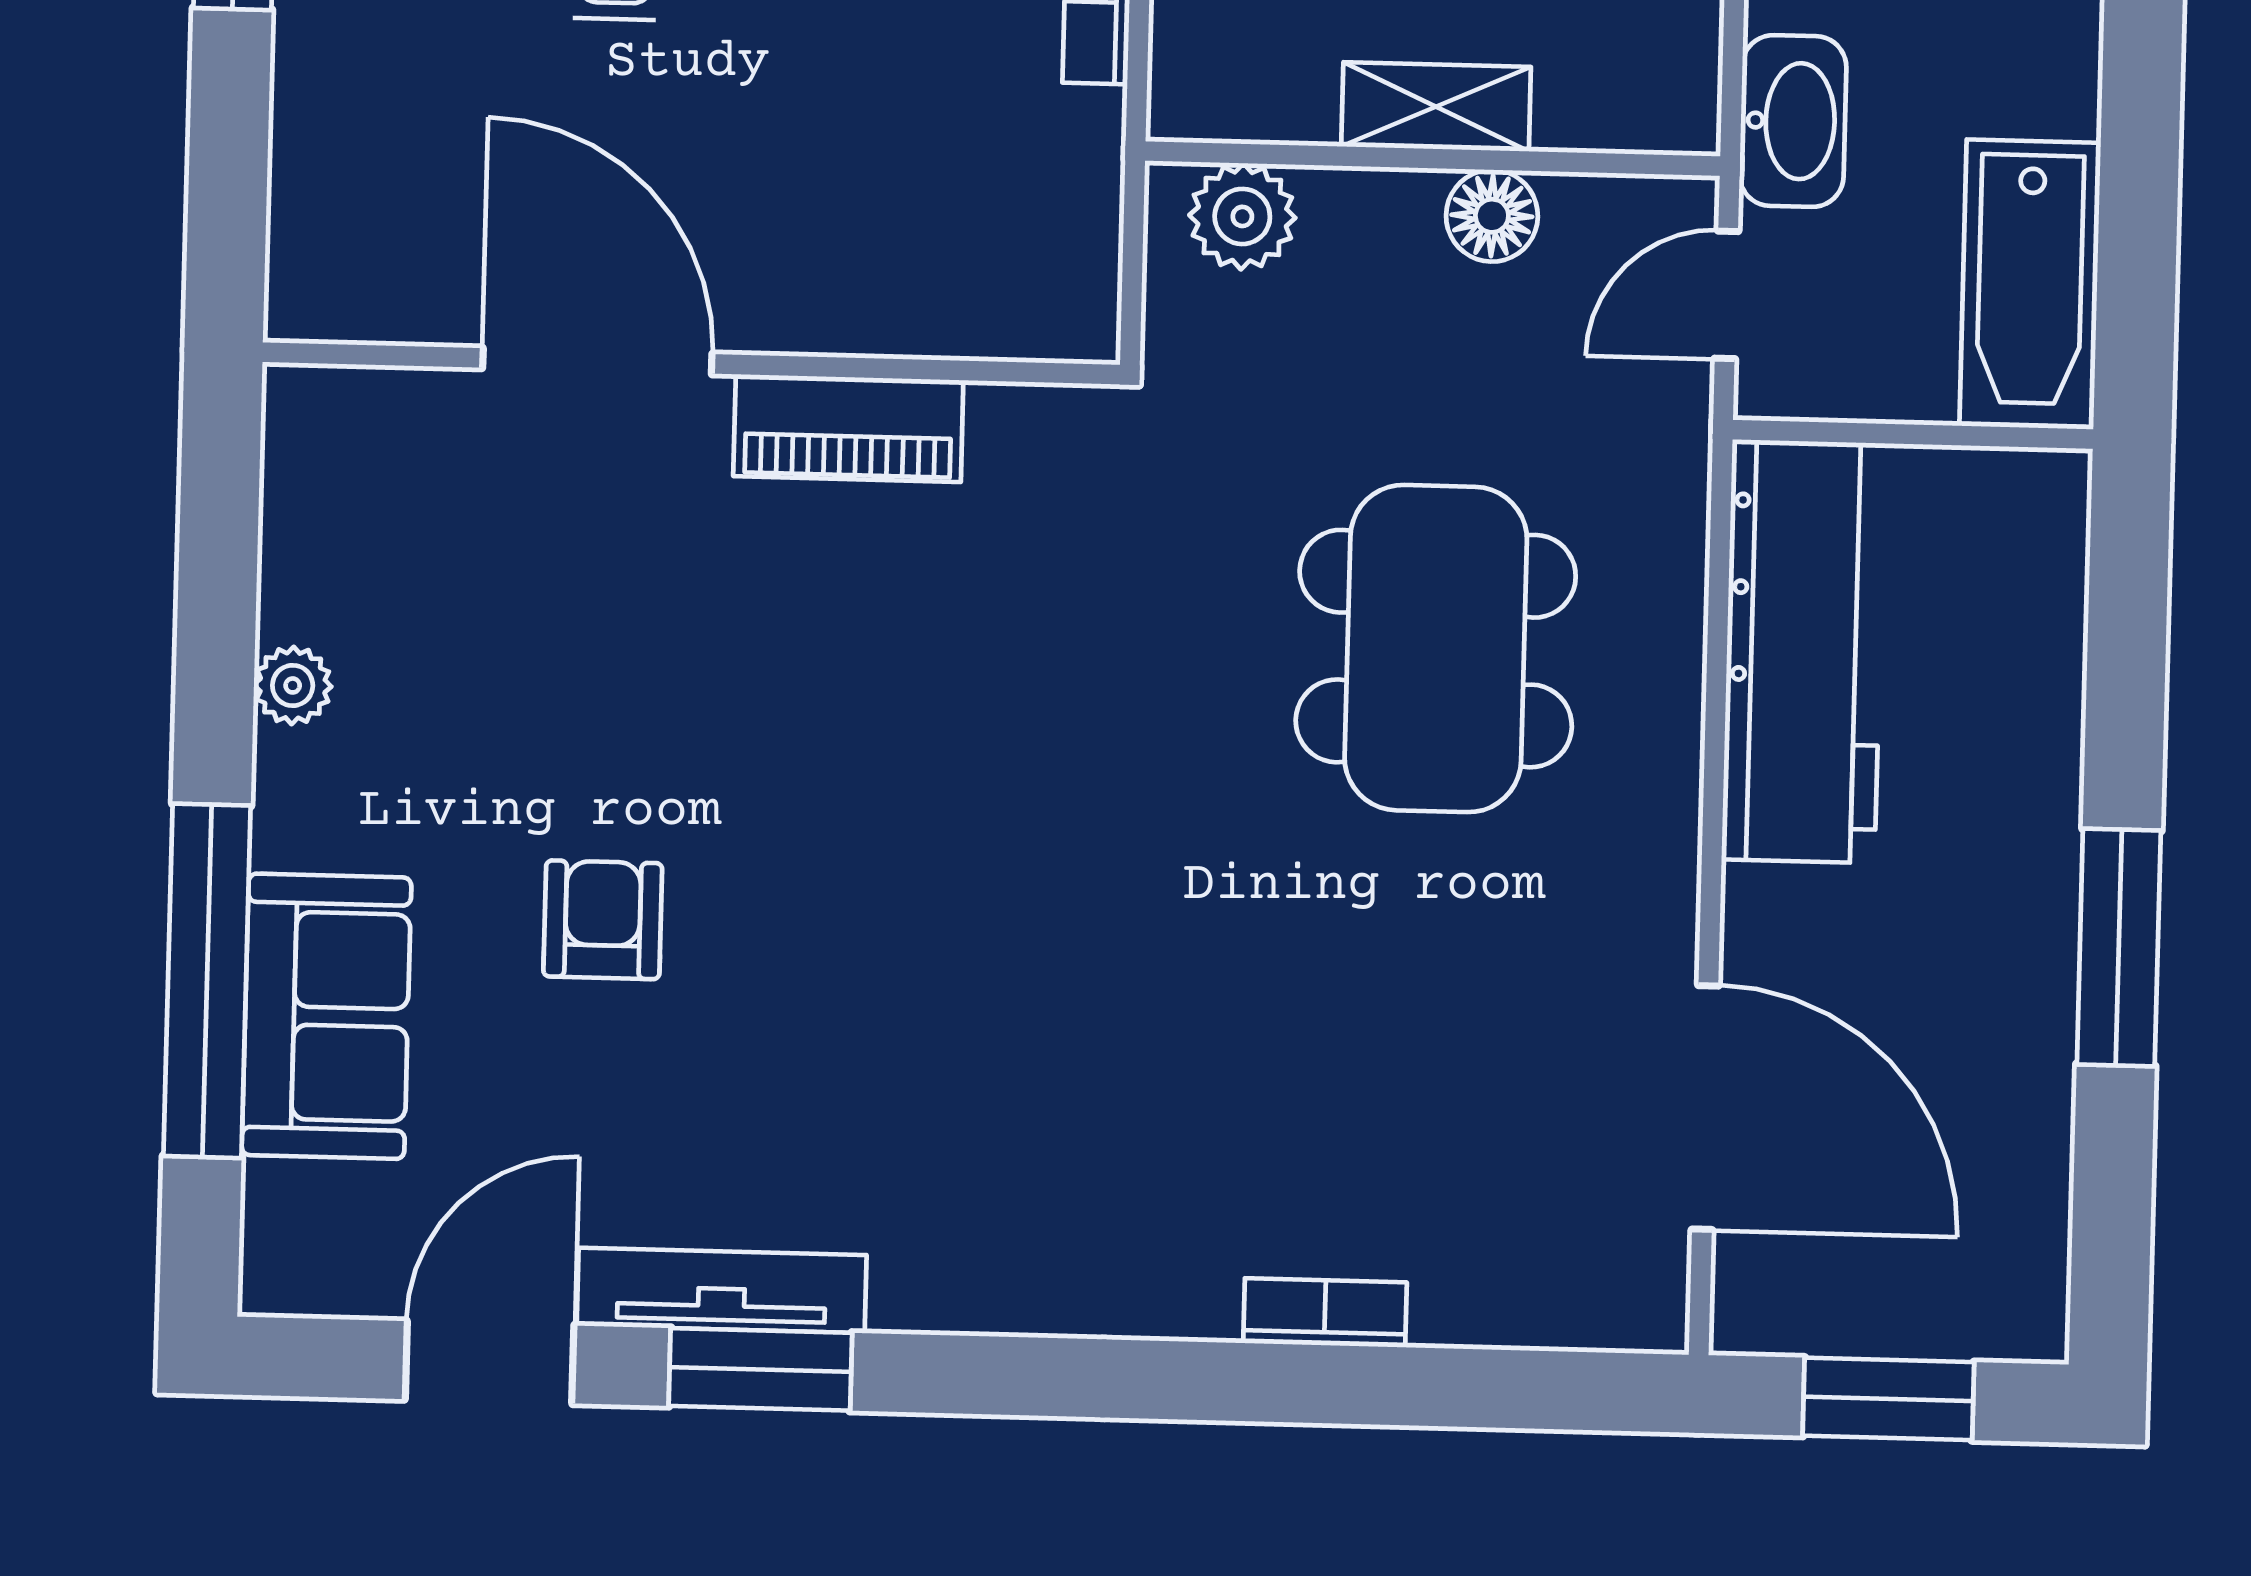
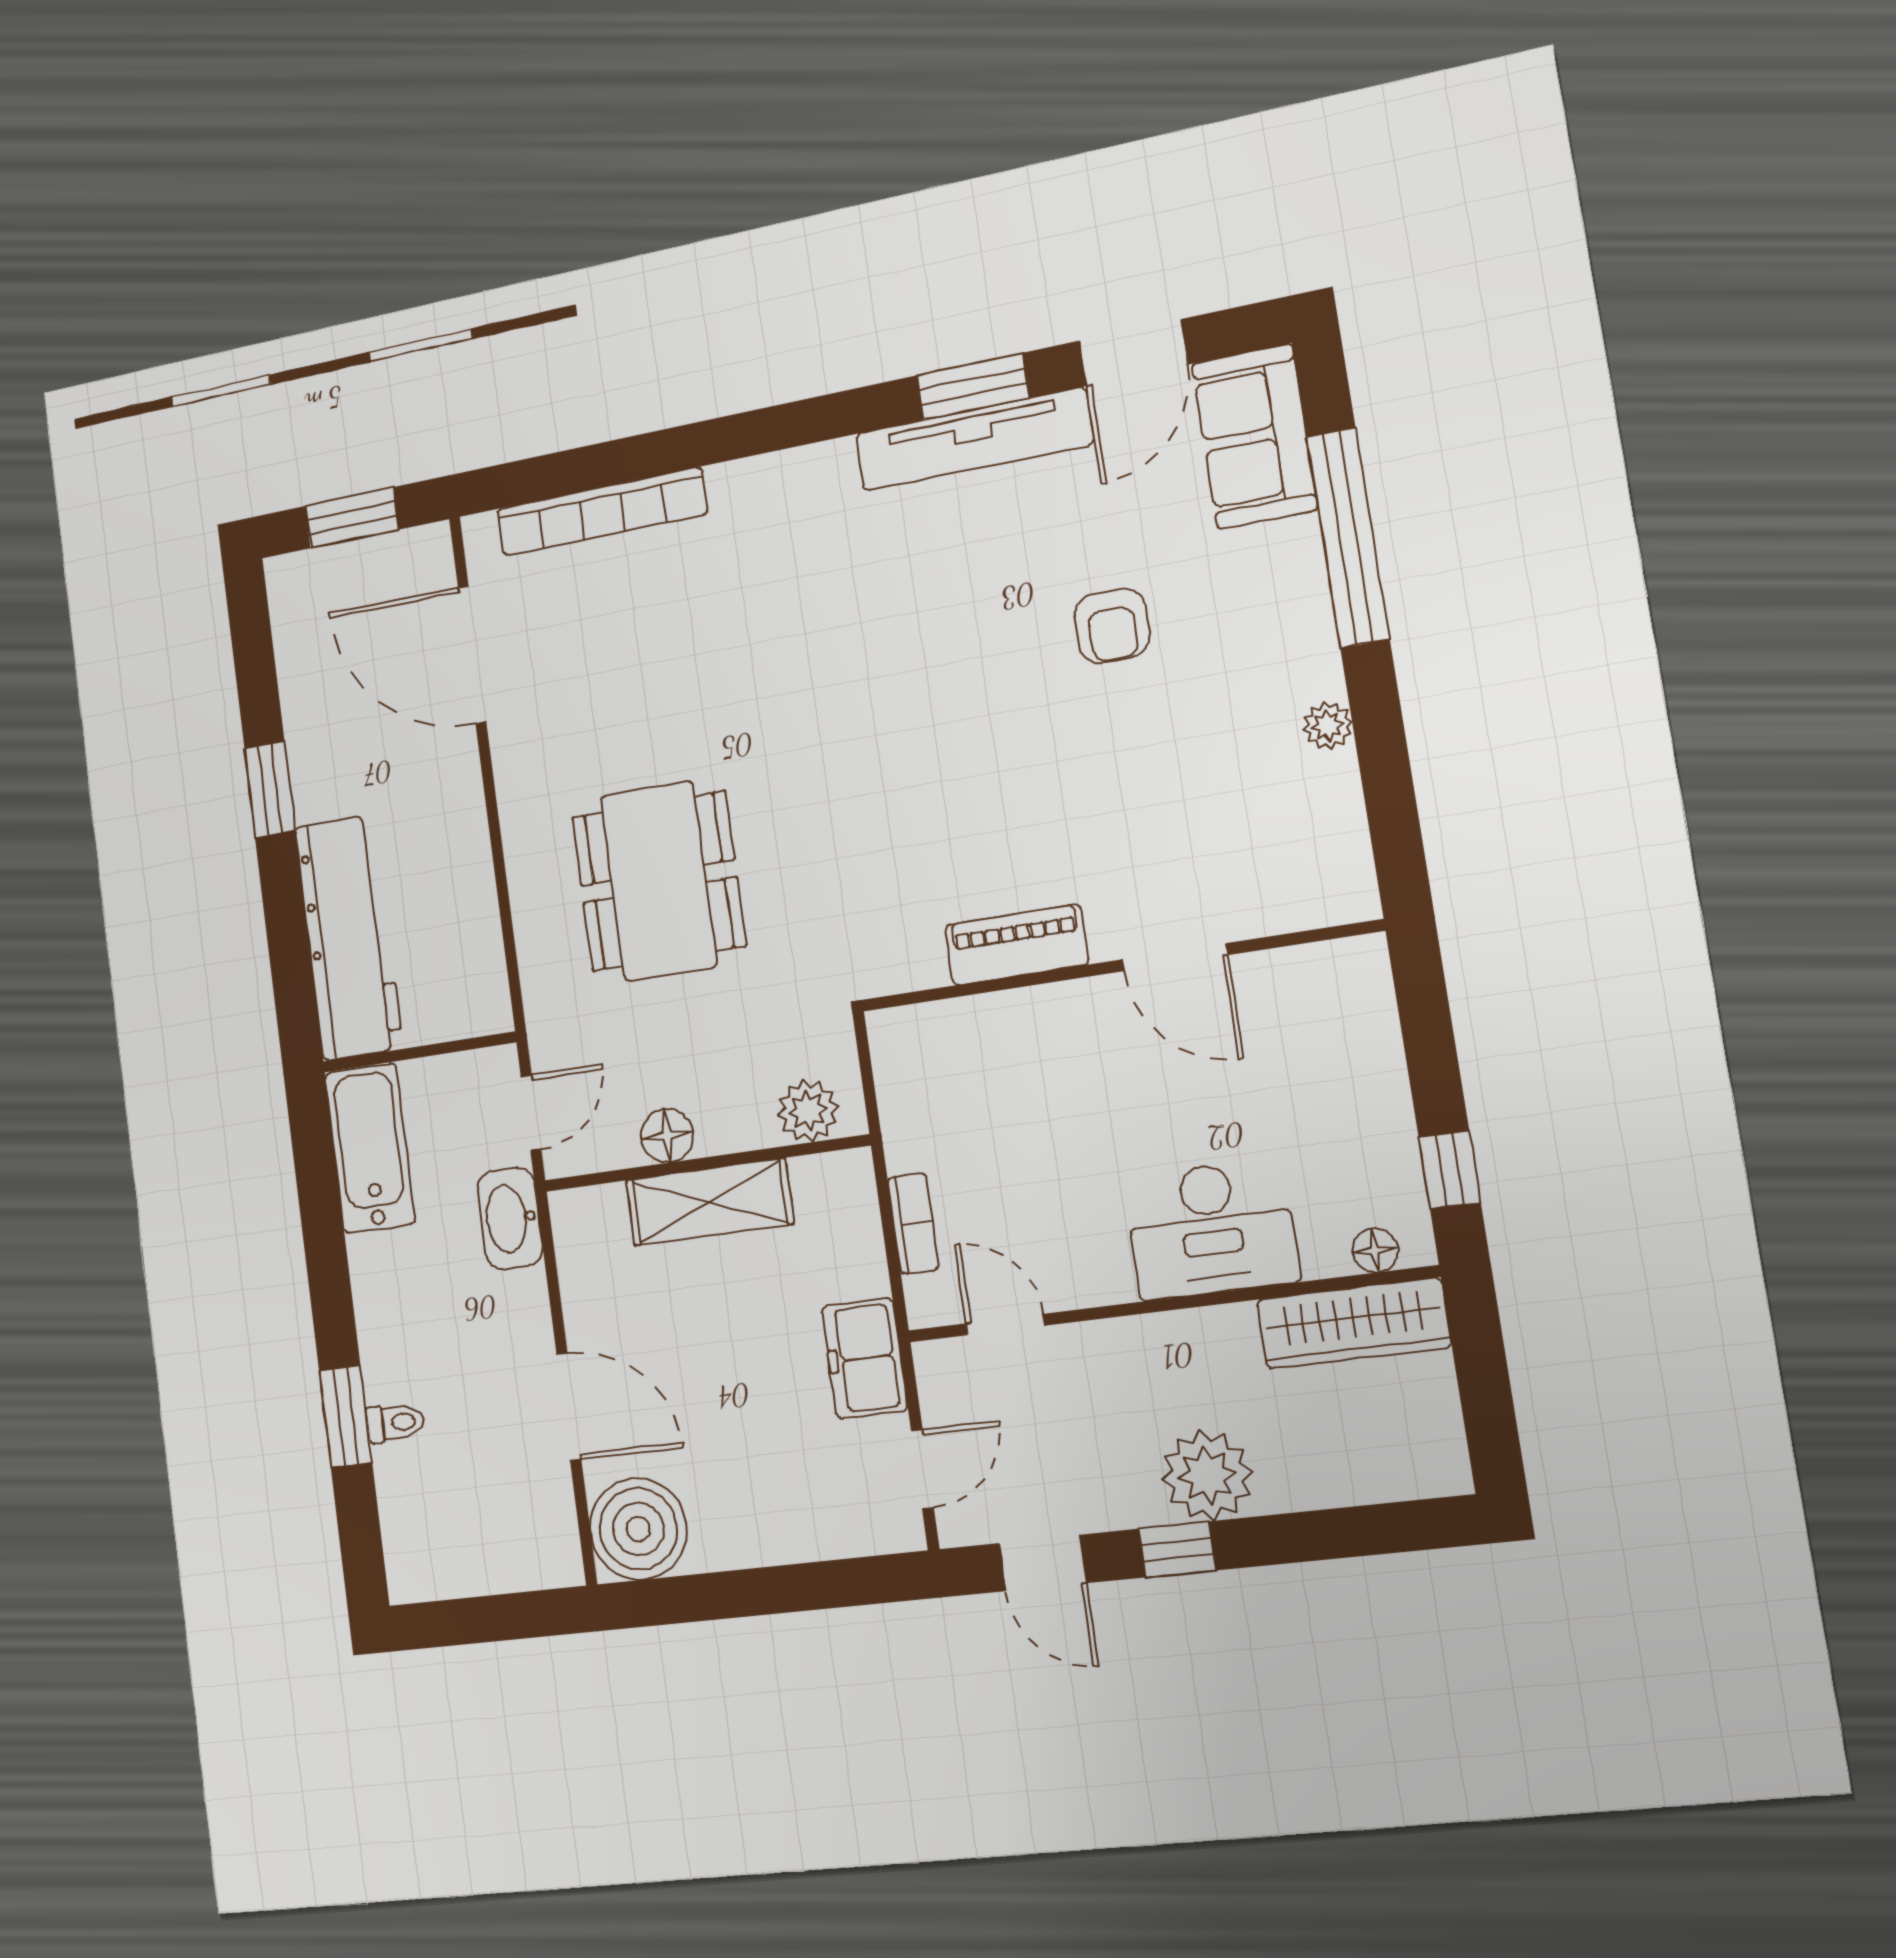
shelving: (1436, 107) -> (710, 1202), width x1.50, depth x1.33
door: (597, 361) -> (1175, 957), width x0.73
workbench: (1803, 651) -> (349, 937), moved, turned 180
window: (2119, 947) -> (270, 790), width x0.69
sofa: (326, 1016) -> (1255, 436), moved
tv unit: (722, 1290) -> (974, 439), width x1.36, depth x1.29
bookcase: (1325, 1313) -> (602, 512), width x2.31, depth x1.31

